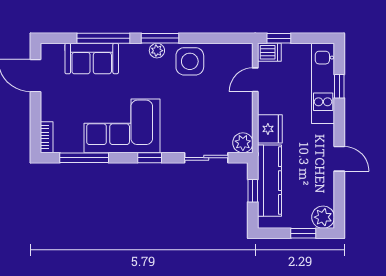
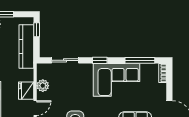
fridge: (270, 129) -> (26, 91), moved
plant: (243, 143) -> (43, 86), moved
window: (253, 191) -> (37, 30), moved

